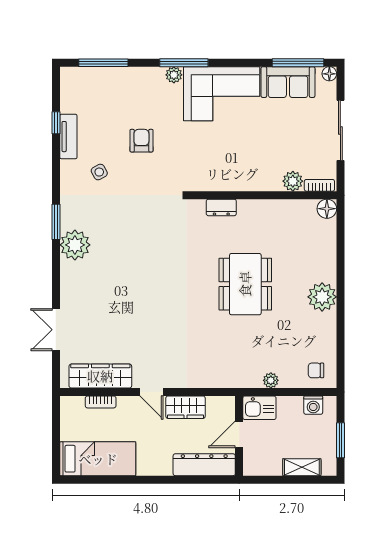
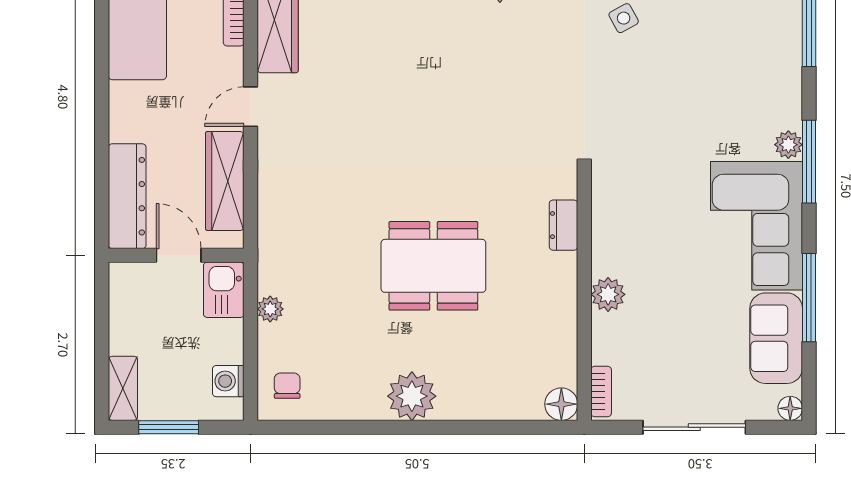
window: (298, 63) -> (809, 298), moved
armchair: (141, 141) -> (677, 90), removed
plant: (293, 181) -> (608, 294), moved
wardrobe: (185, 407) -> (225, 181), width x1.50
shelving: (302, 467) -> (123, 388), moved

